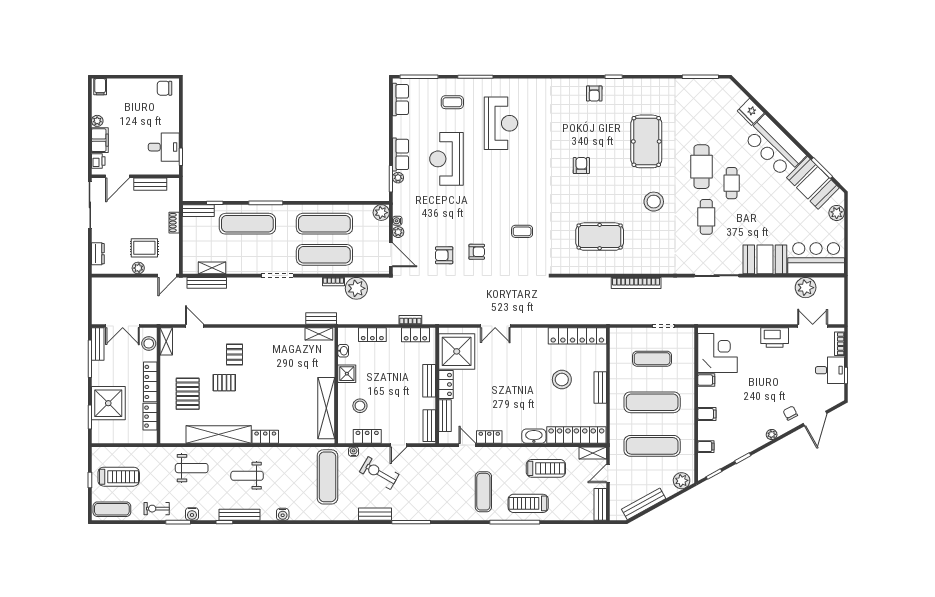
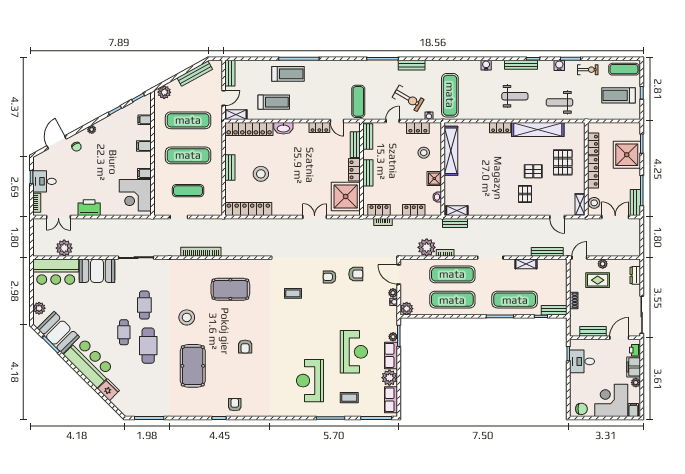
corner desk: (128, 99) -> (611, 400), added
plant: (402, 127) -> (389, 378), added
shelving: (212, 268) -> (526, 264), moved
treadmill: (546, 468) -> (274, 102), turned 180
exercise mat: (483, 492) -> (358, 101), moved

